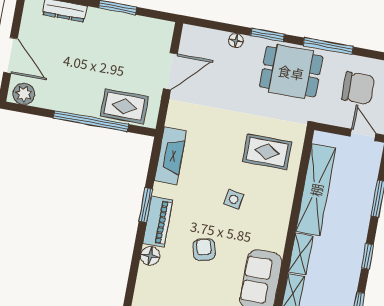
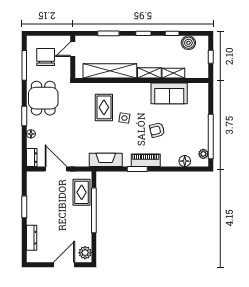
dresser: (197, 35) -> (32, 158), added
window: (328, 46) -> (24, 65), moved
rug: (267, 152) -> (104, 107), moved
floor lamp: (150, 256) -> (185, 161), moved

